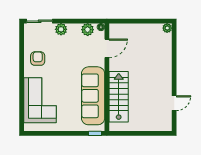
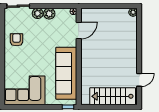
plant: (88, 30) -> (49, 14), moved
stairs: (119, 97) -> (113, 96), moved, turned -90
corner sofa: (40, 100) -> (24, 90), moved, turned -90

